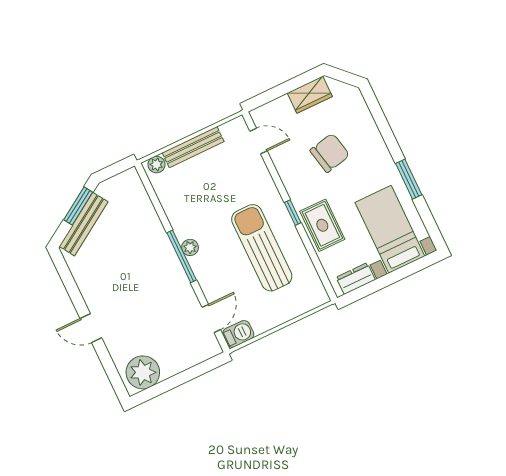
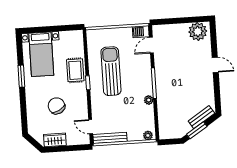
bench: (193, 147) -> (110, 138), moved
chair: (330, 153) -> (57, 106), turned 74
bench: (84, 224) -> (201, 117), width x0.73
plant: (190, 247) -> (149, 100), moved
sun lounger: (262, 248) -> (111, 71), turned 180
dresser: (356, 279) -> (69, 36), removed

